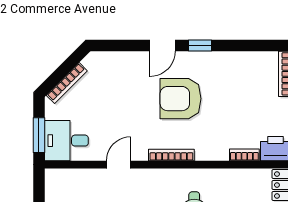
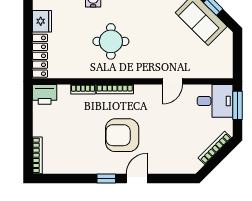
armchair: (180, 99) -> (122, 135), turned 180
bookcase: (171, 155) -> (115, 89), moved
bookcase: (244, 155) -> (83, 89), moved

